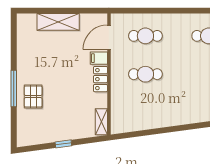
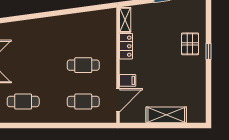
locker: (100, 79) -> (126, 46), moved
window: (14, 89) -> (208, 51), width x0.46

